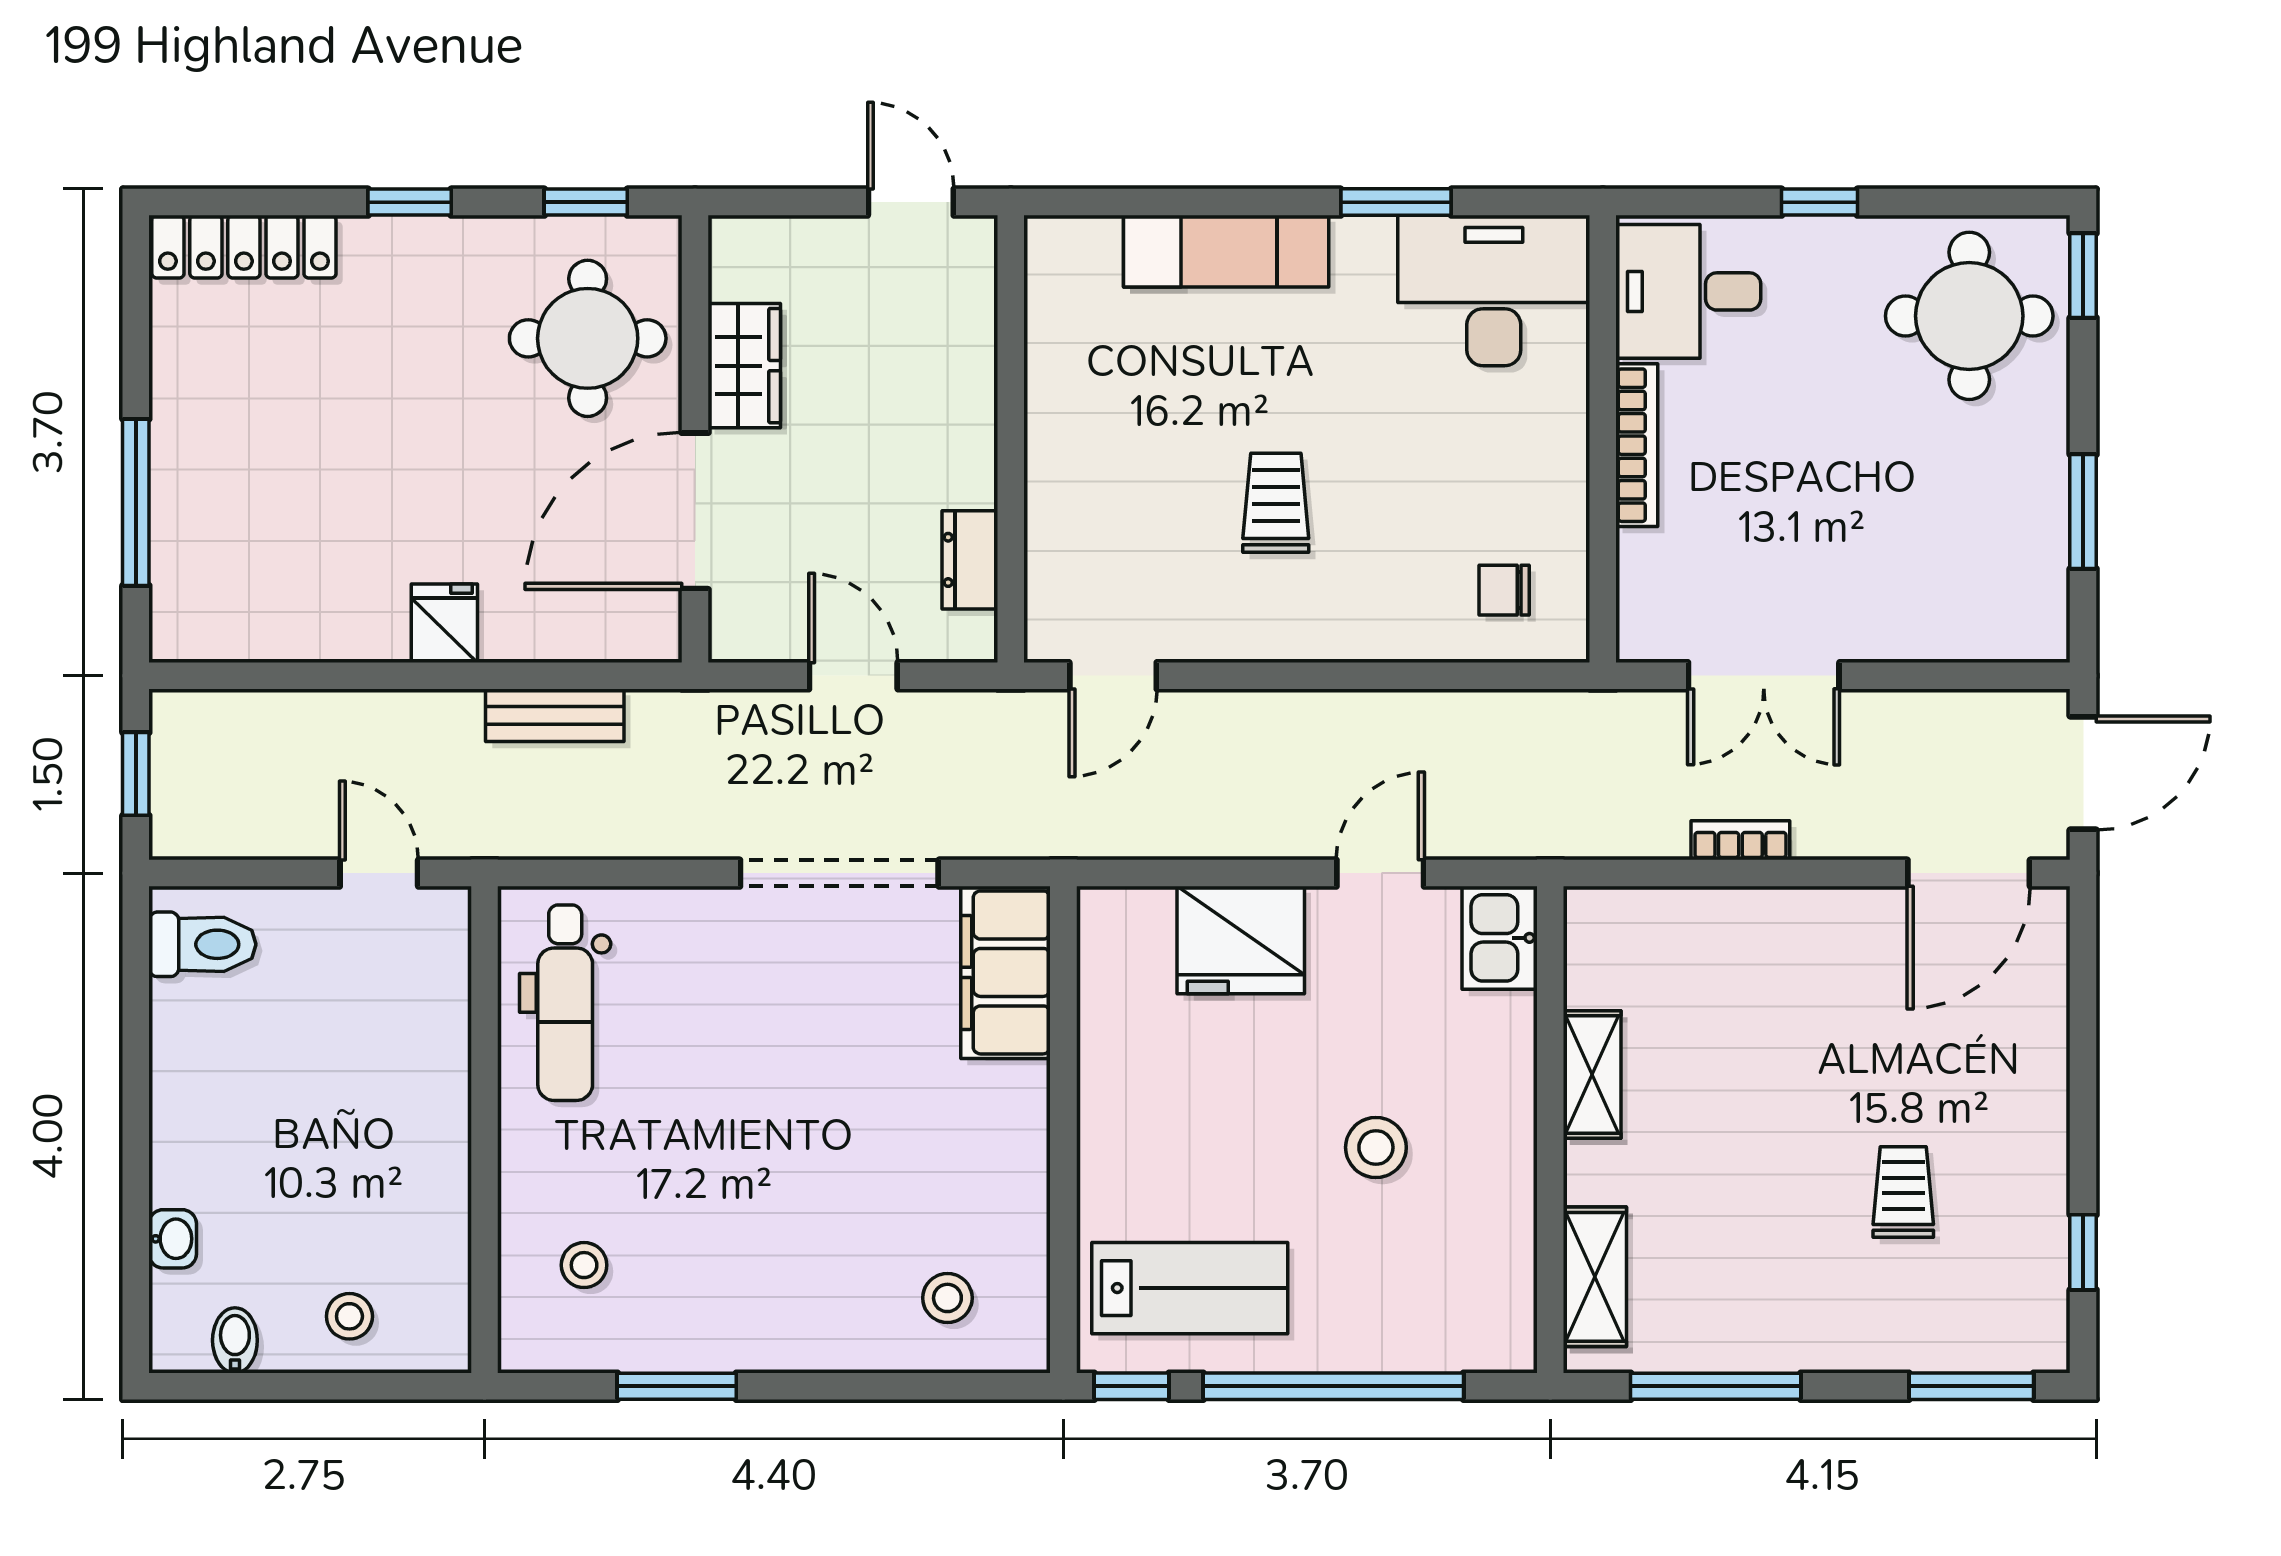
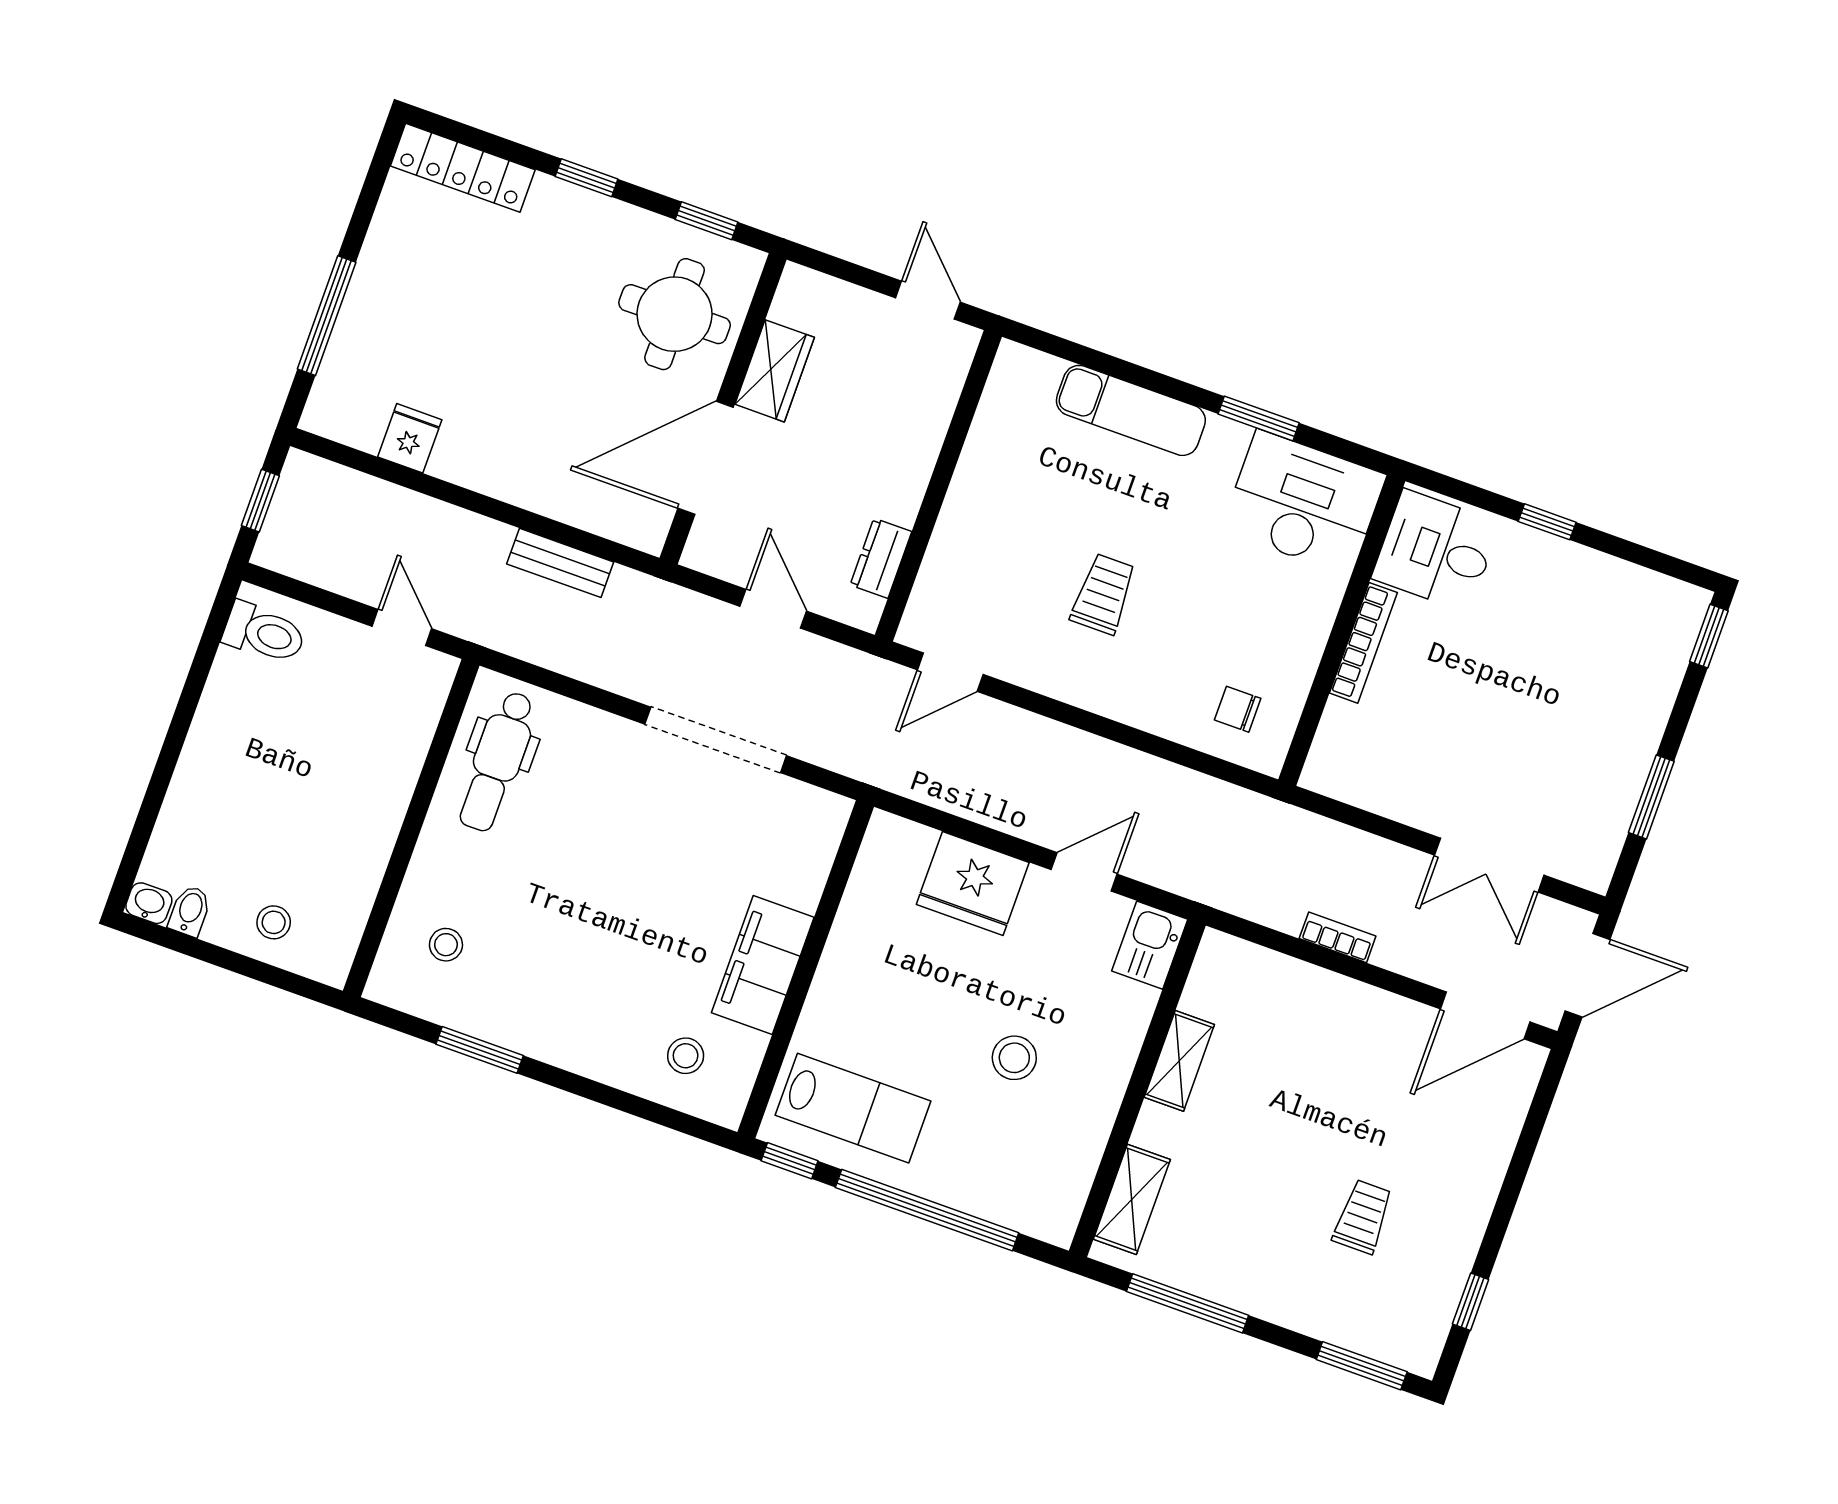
round table: (1969, 316) -> (1621, 636), removed
fridge: (444, 623) -> (410, 438), moved
double door: (1764, 676) -> (1489, 865), moved
filing cabinet: (1006, 972) -> (763, 965), moved
washbasin: (173, 1239) -> (149, 903), moved, turned -90

